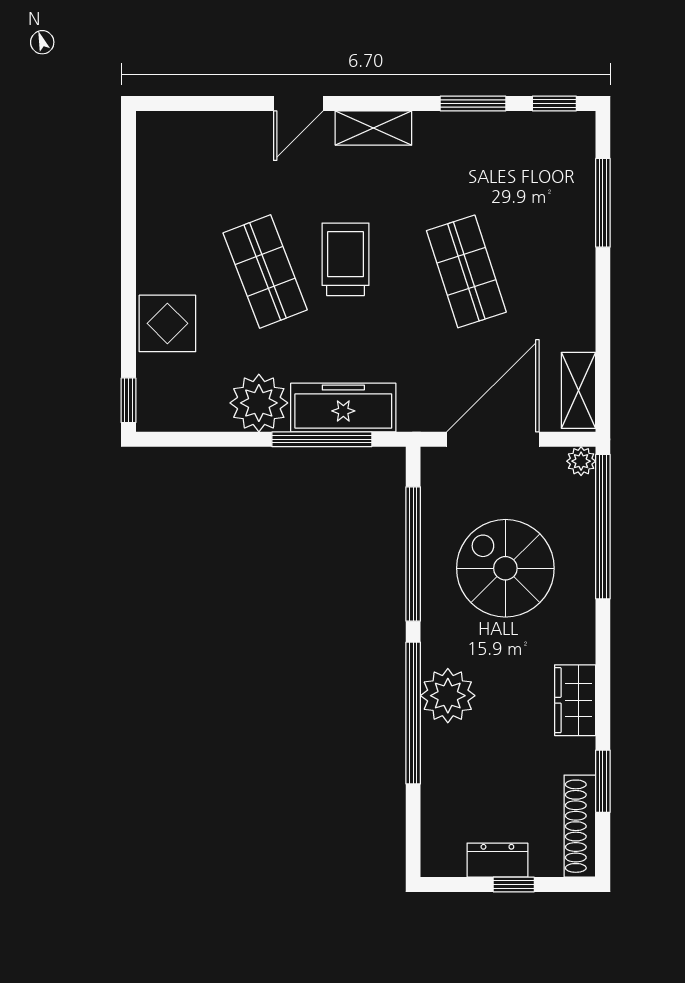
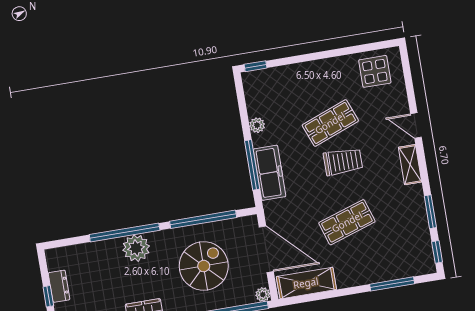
display table: (167, 323) -> (375, 71), moved
shelving: (579, 390) -> (306, 283), width x1.50, depth x1.33
plant: (259, 403) -> (257, 125), width x0.53, depth x0.53

